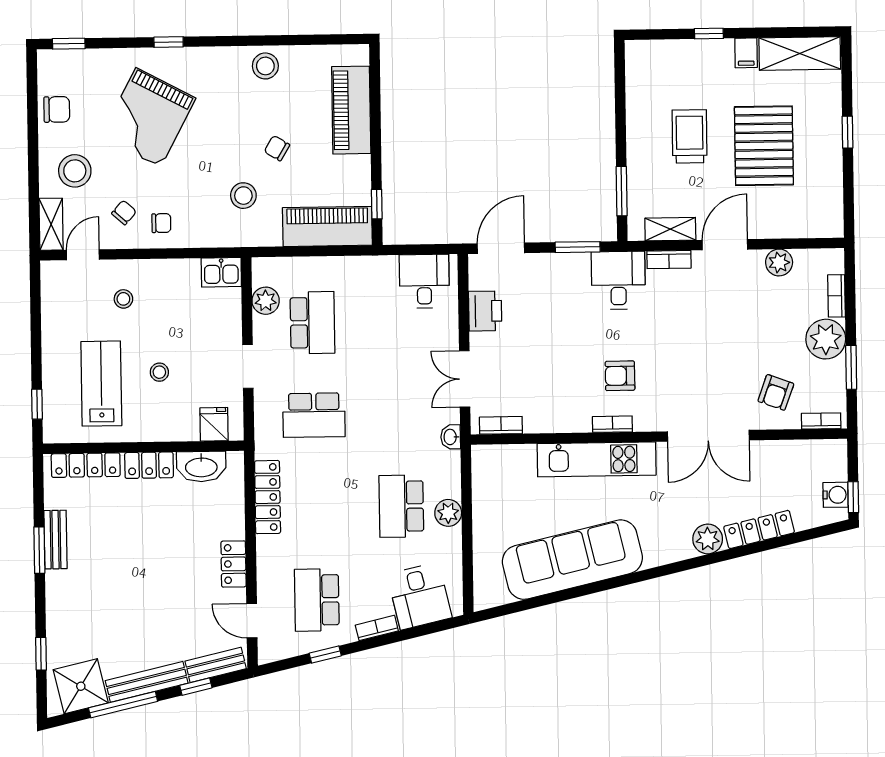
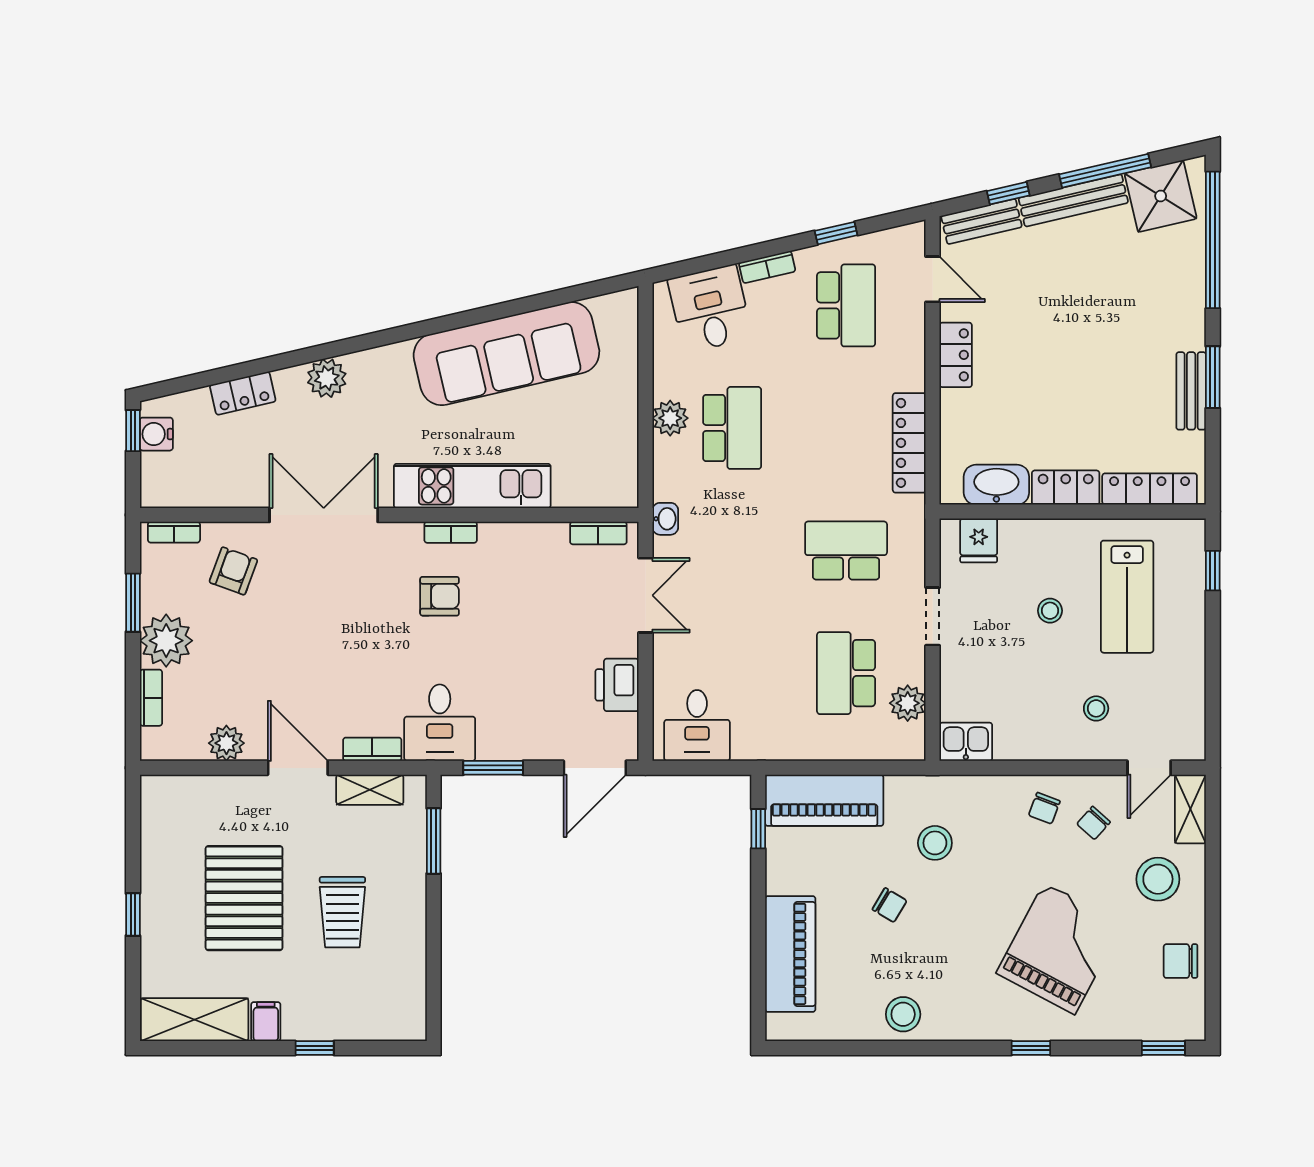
chair: (161, 223) -> (1044, 808), turned -69
door: (725, 245) -> (298, 768), swing flipped
locker: (759, 529) -> (243, 393), width x0.66
window: (41, 654) -> (1213, 240), width x3.17

